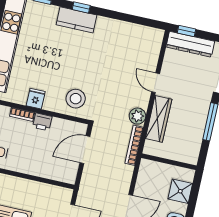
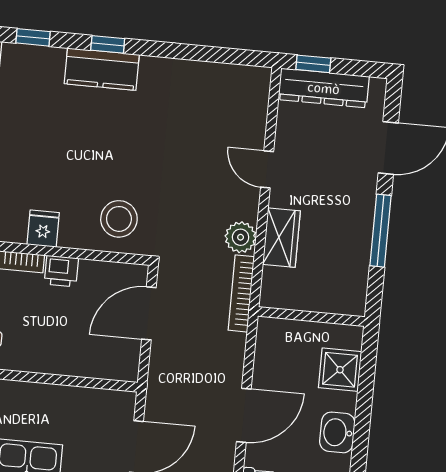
wardrobe: (159, 119) -> (281, 238), width x0.67

